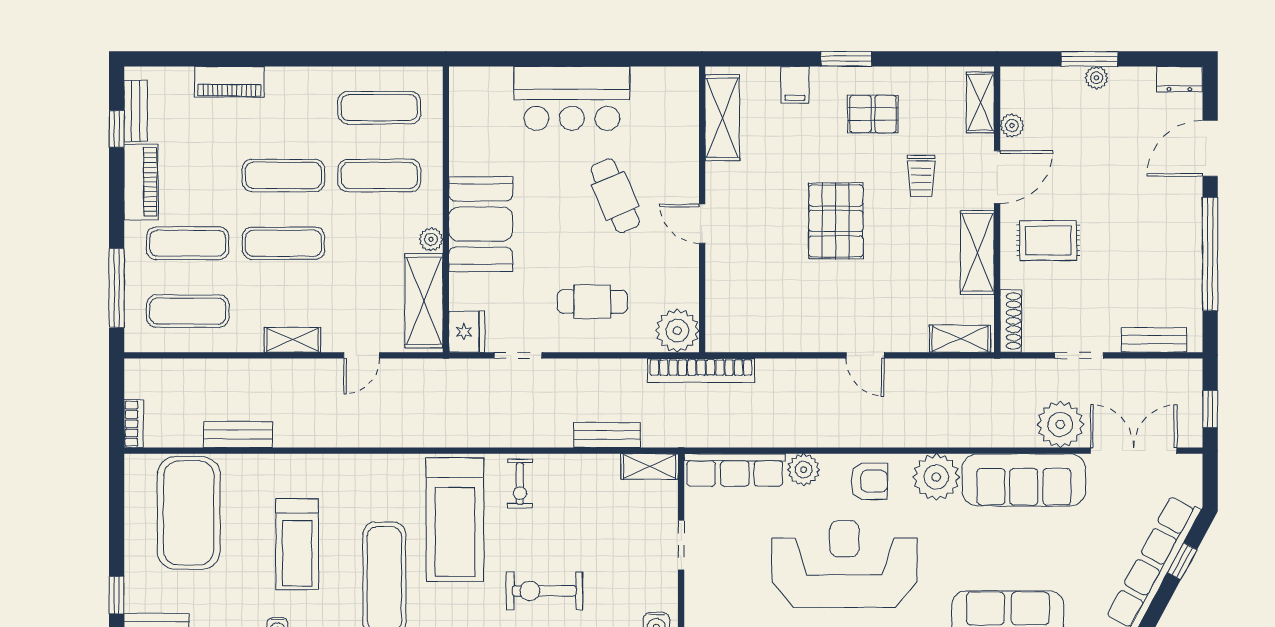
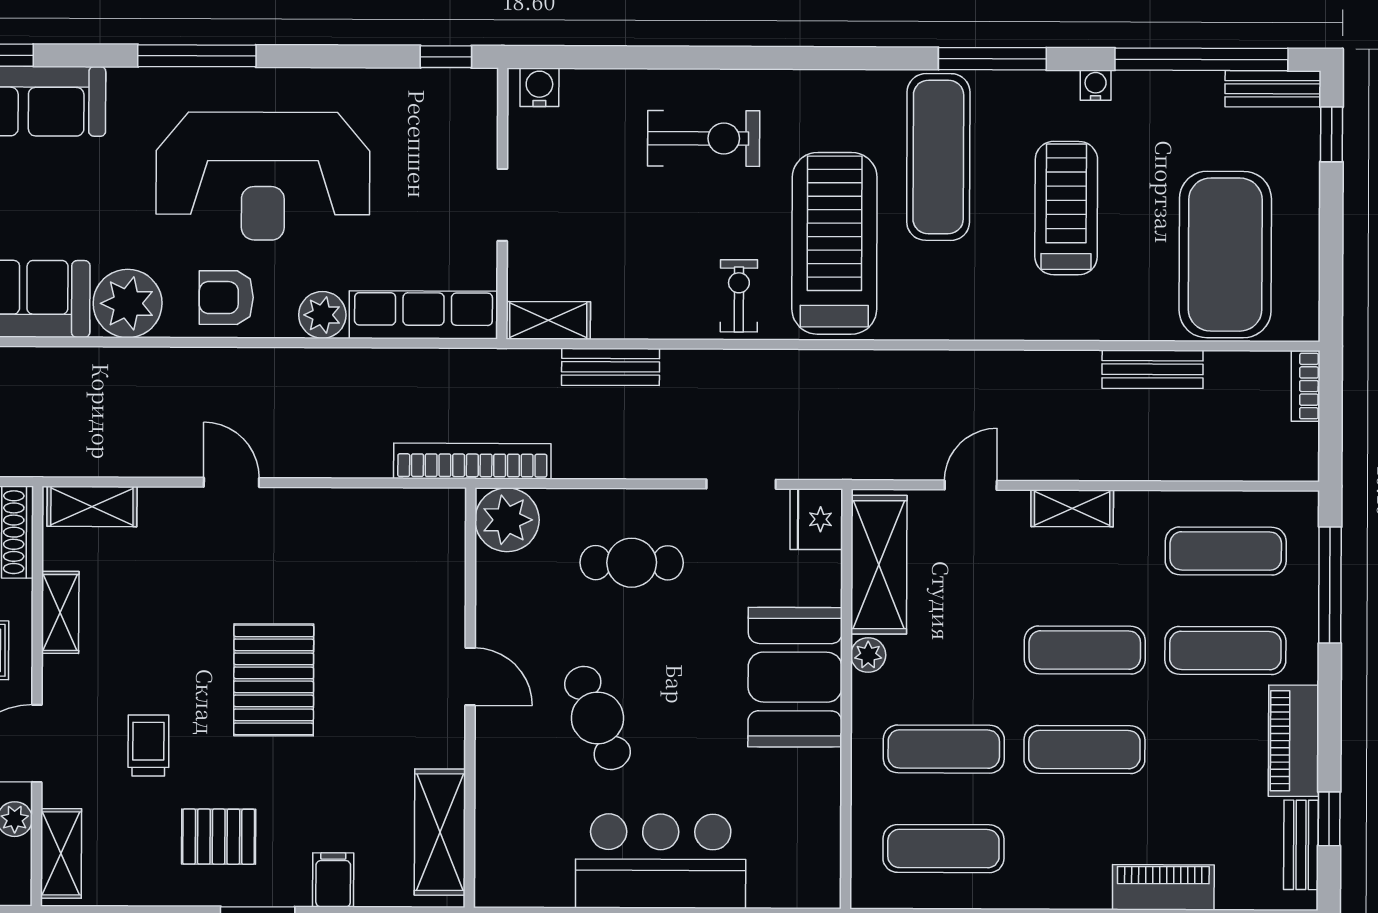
shelving: (977, 252) -> (60, 612), width x0.67, depth x0.75

